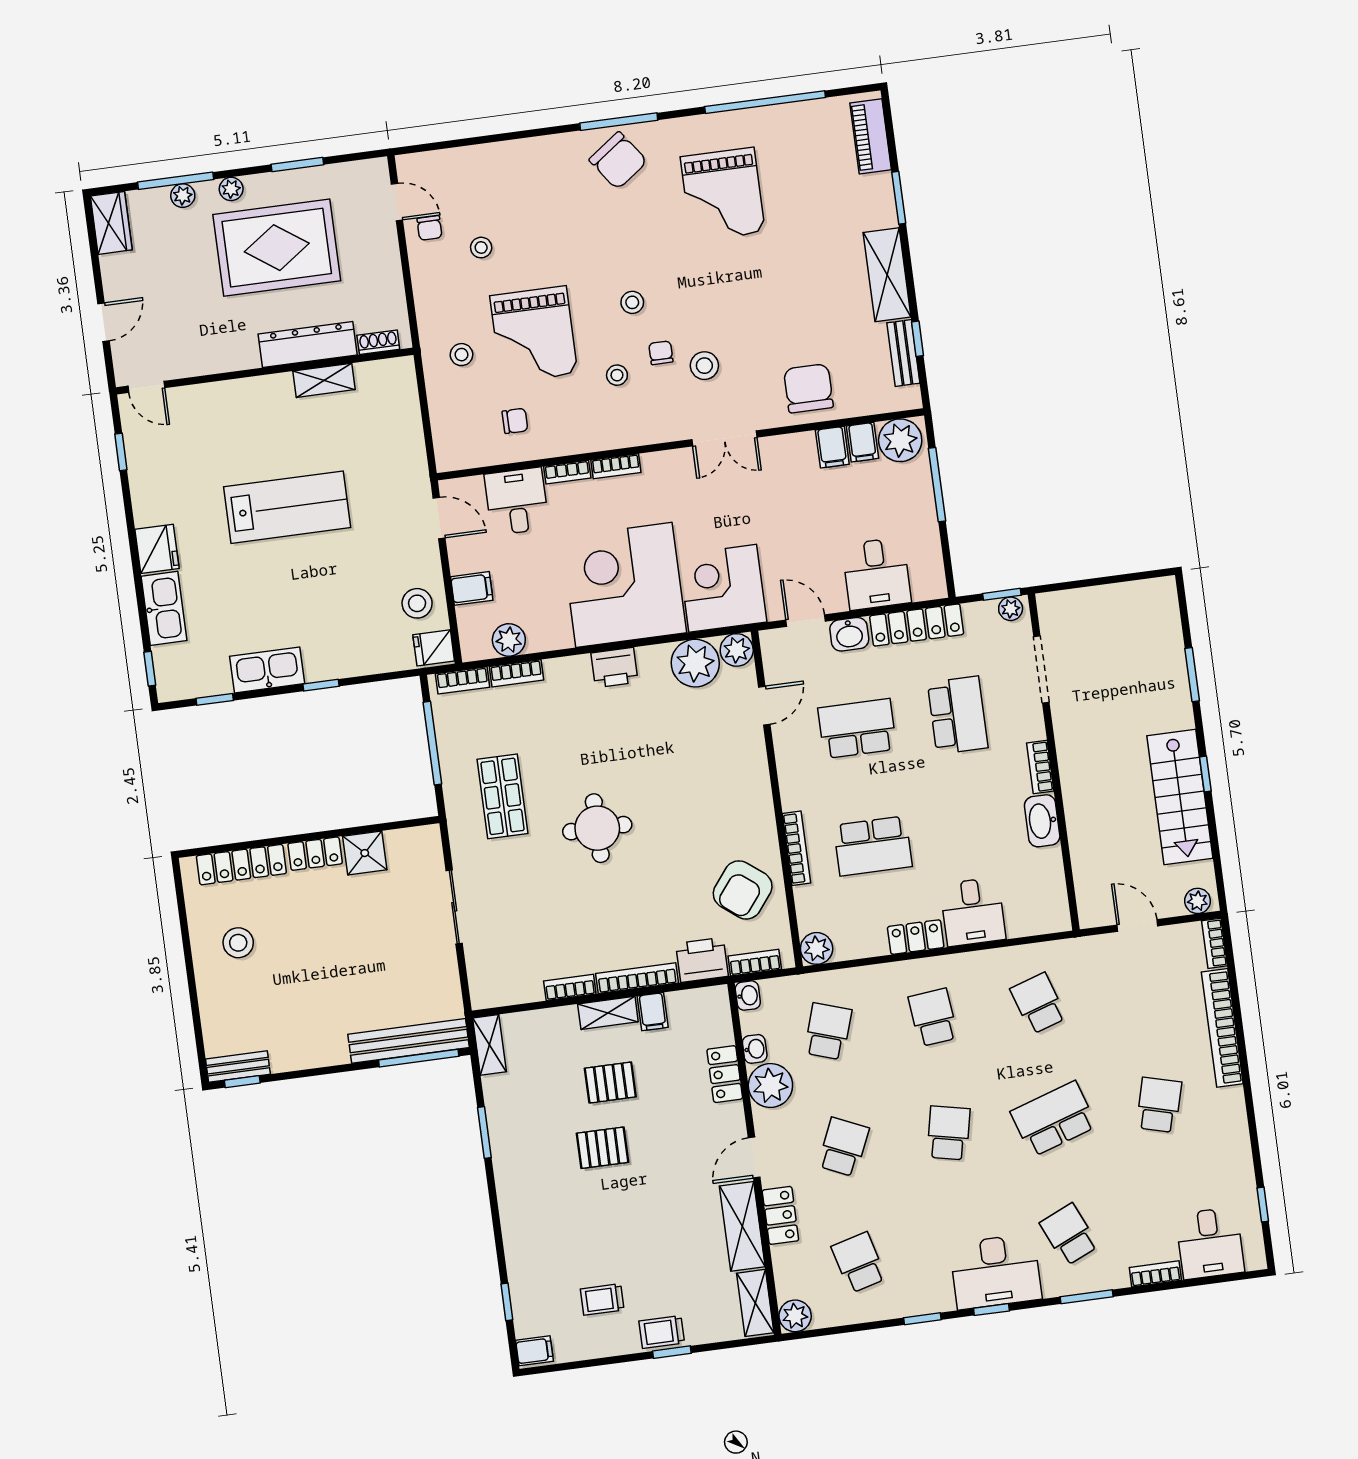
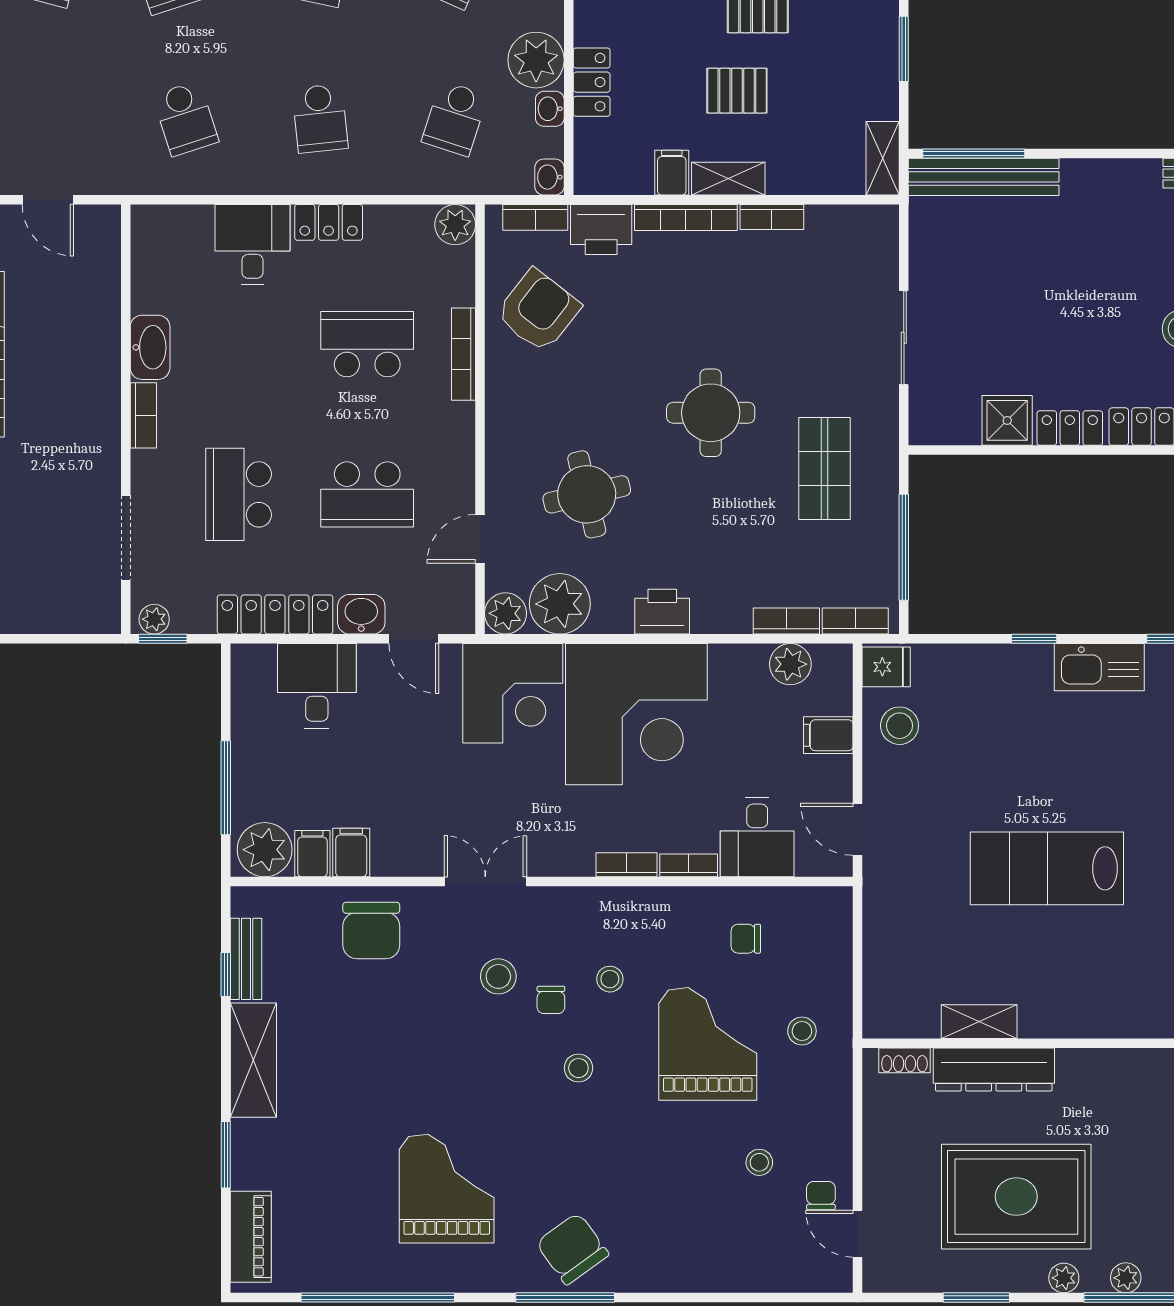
round table: (686, 751) -> (587, 494), added

